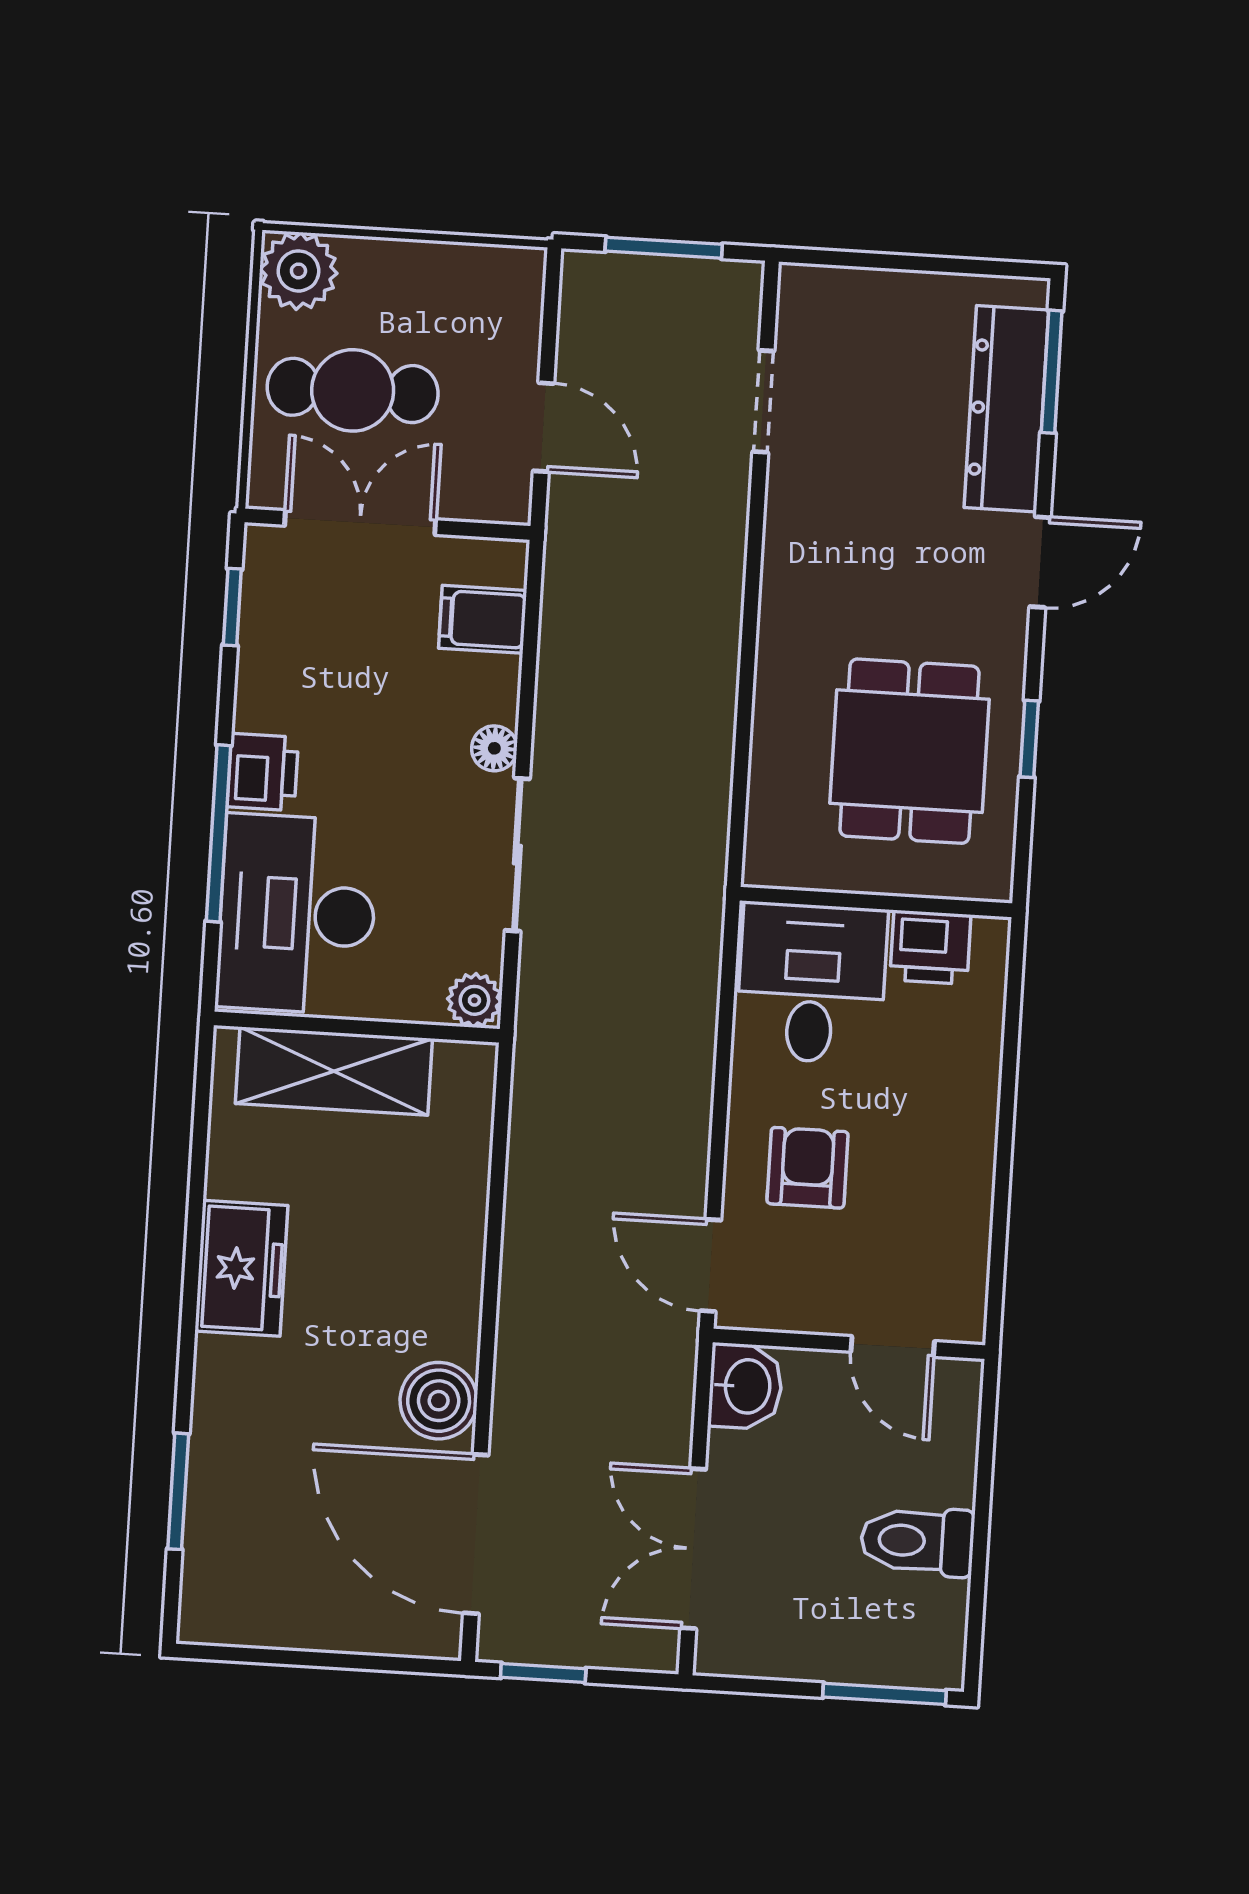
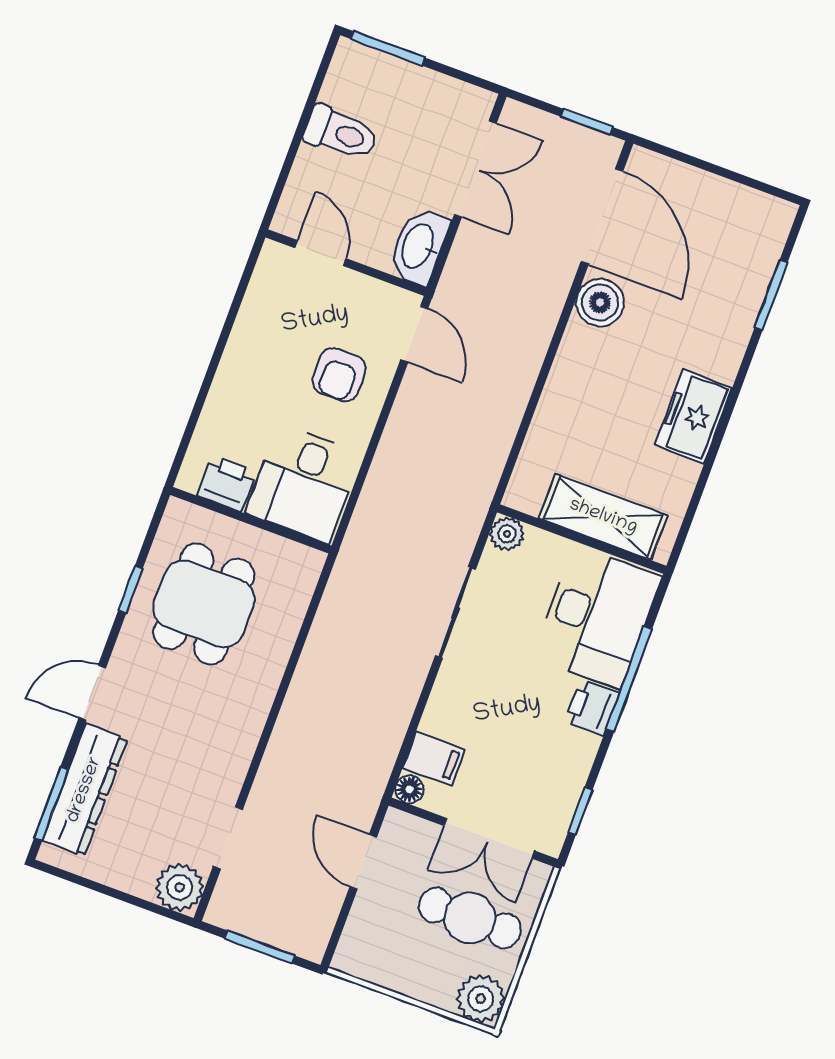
plant: (815, 302) -> (180, 887), added
floor lamp: (494, 748) -> (409, 789), moved
washbasin: (746, 1386) -> (419, 247), width x1.38

